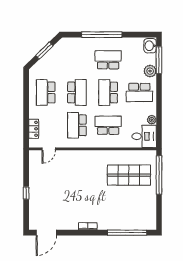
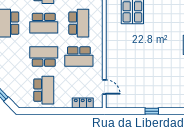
school desk: (46, 92) -> (44, 90), turned -90
school desk: (108, 125) -> (79, 23), turned 180

